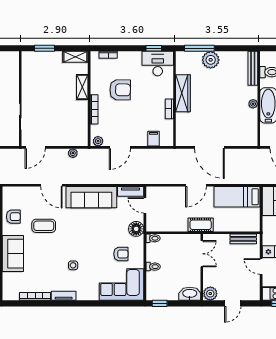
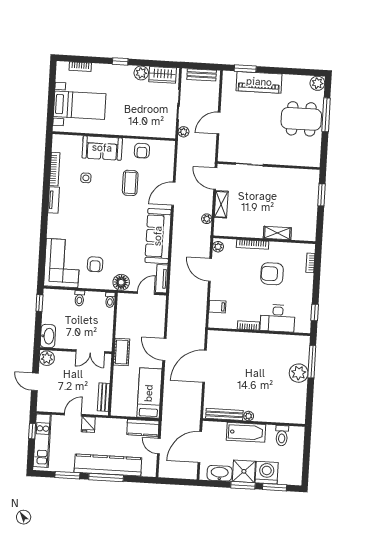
shelving: (75, 57) -> (221, 204), moved
desk: (158, 64) -> (278, 318), moved, turned 90
bench: (253, 68) -> (224, 414), moved
armchair: (120, 90) -> (272, 274), turned 89
wardrobe: (183, 93) -> (264, 341), removed
side table: (73, 265) -> (86, 178), moved

